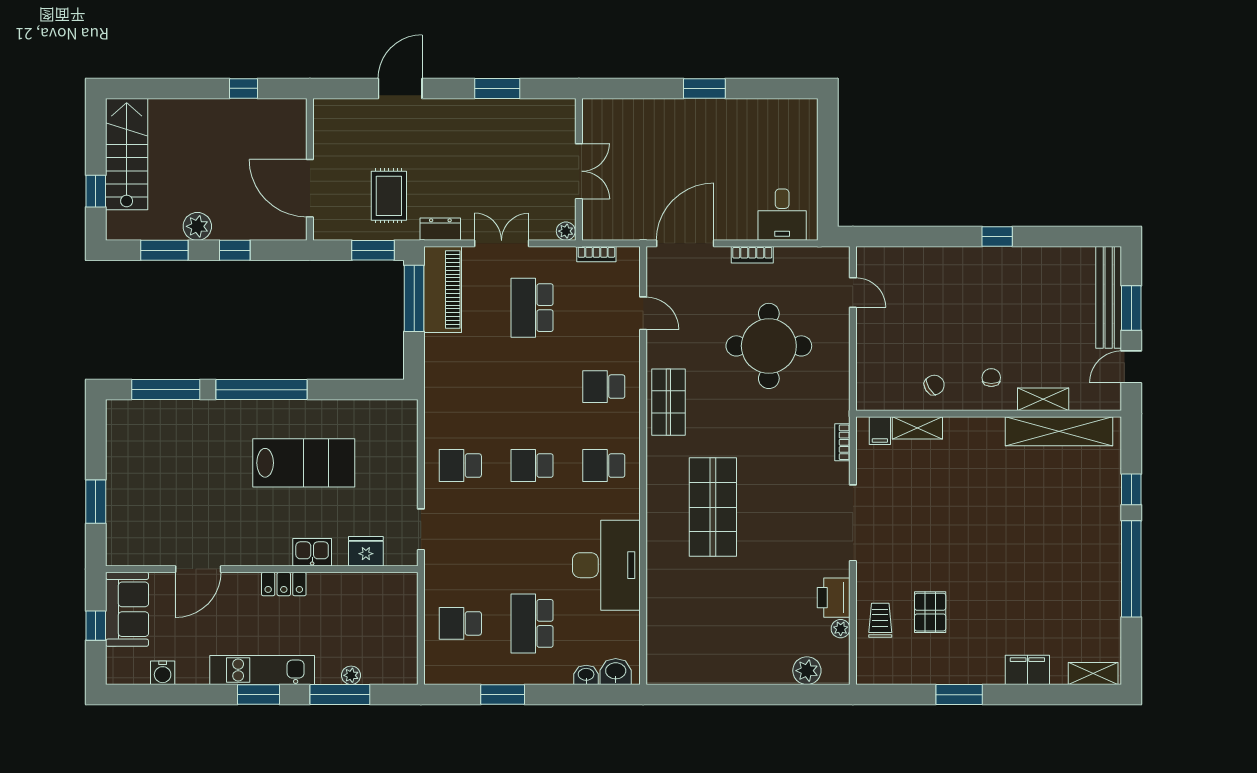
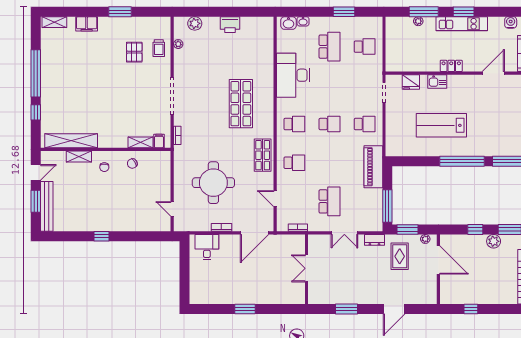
plant: (566, 231) -> (425, 239), moved
piano: (443, 290) -> (373, 167), moved
printer: (834, 598) -> (230, 25), moved, turned 90

